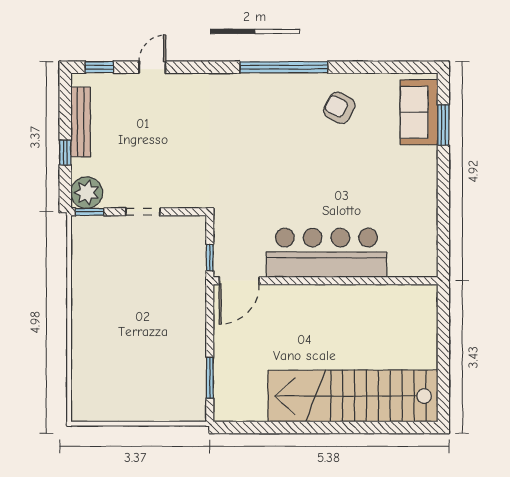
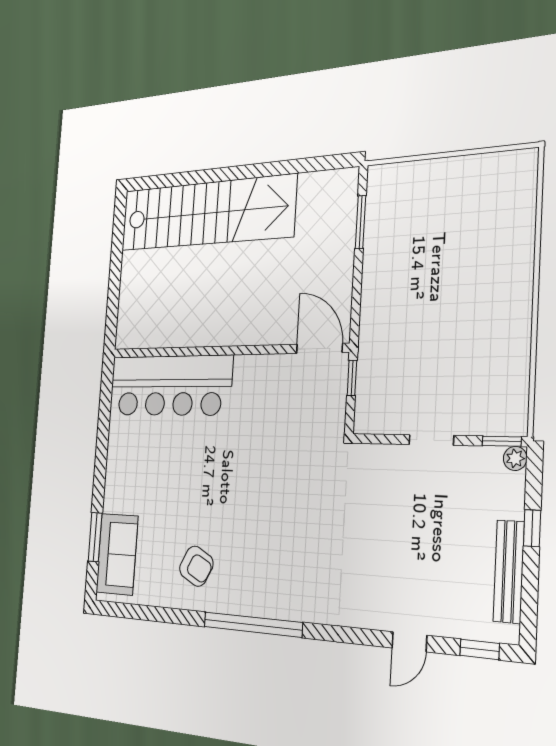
plant: (87, 193) -> (515, 458), width x0.53, depth x0.53
bar counter: (326, 253) -> (170, 386), moved
door: (239, 281) -> (319, 348), hinge flipped

